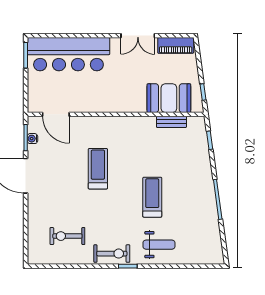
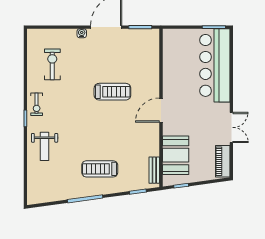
double door: (138, 36) -> (231, 127), swing flipped
door: (56, 114) -> (161, 110), moved
bench: (171, 122) -> (154, 170), moved
water cooler: (32, 139) -> (82, 33), moved
treadmill: (152, 197) -> (100, 169), moved, turned 180
exercise bike: (112, 254) -> (37, 104), width x0.73, depth x0.72

